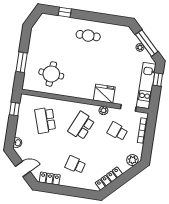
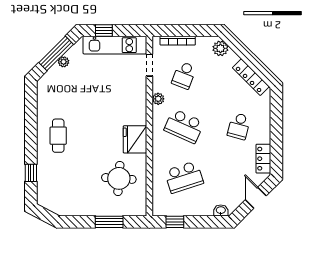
fridge: (104, 94) -> (135, 139), moved

